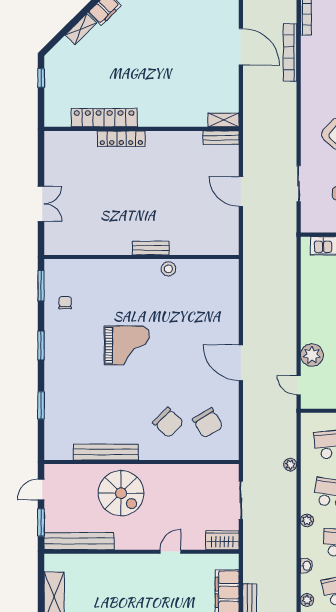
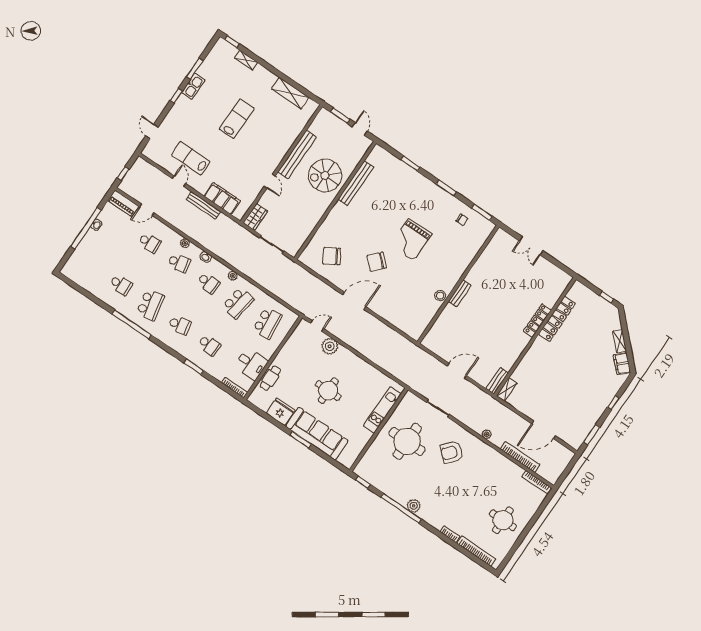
chair: (168, 422) -> (377, 262), moved
plant: (290, 465) -> (487, 434), moved
bench: (79, 541) -> (297, 155), moved

